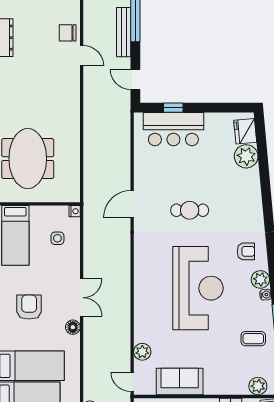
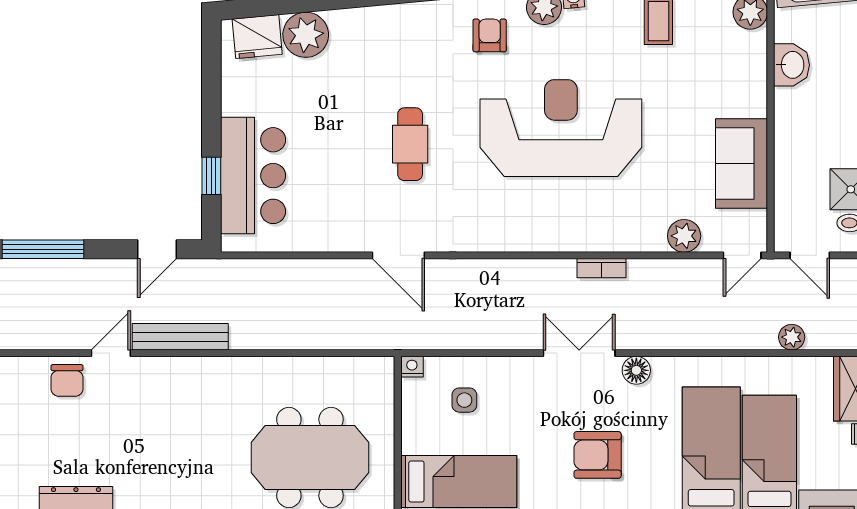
bench: (124, 32) -> (180, 337), moved
bookcase: (126, 309) -> (601, 268), added

